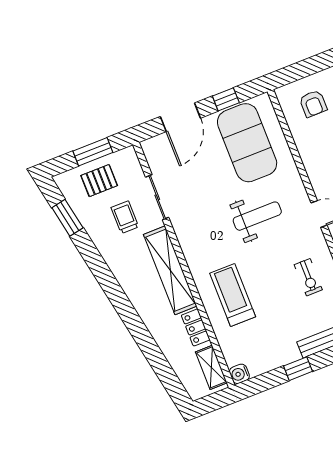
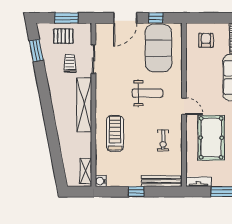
armchair: (313, 104) -> (206, 40), turned 180
locker: (196, 327) -> (86, 144), removed

